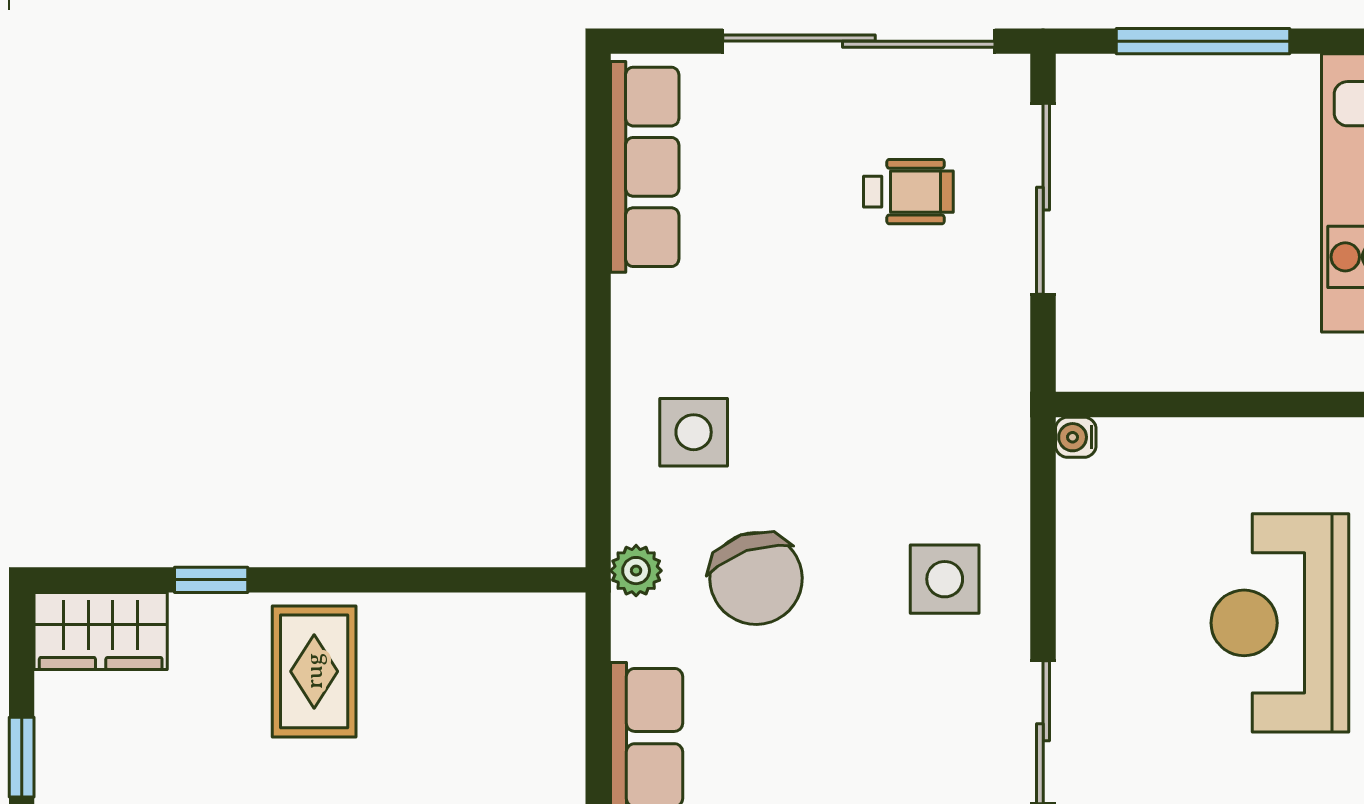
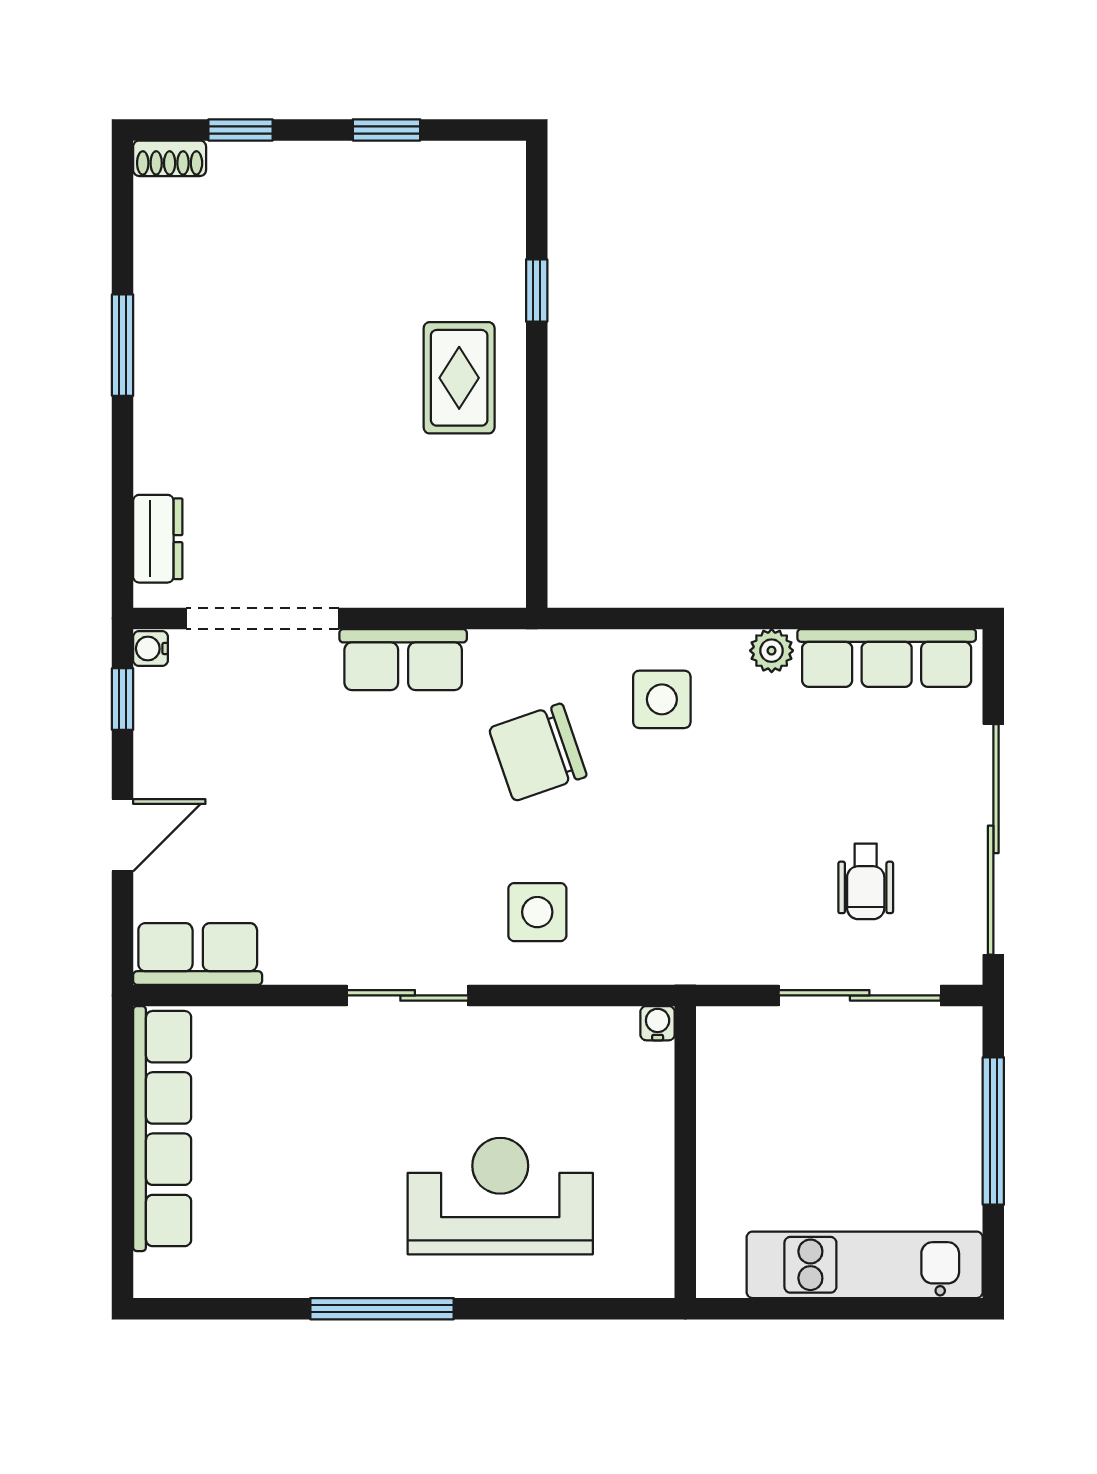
plant: (636, 571) -> (772, 651), moved
wardrobe: (101, 631) -> (493, 197), removed
rug: (314, 671) -> (459, 378), turned 90

